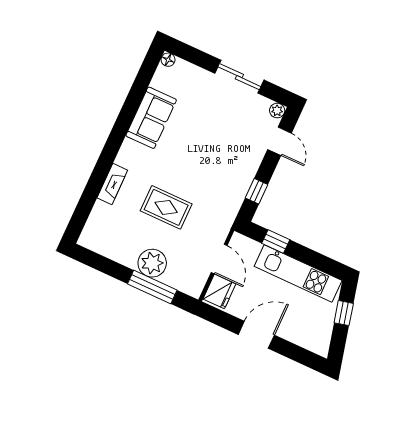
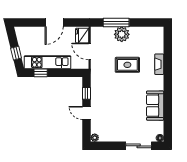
sliding door: (239, 77) -> (139, 146), moved
door: (279, 141) -> (87, 113), moved
window: (276, 242) -> (41, 73), moved

